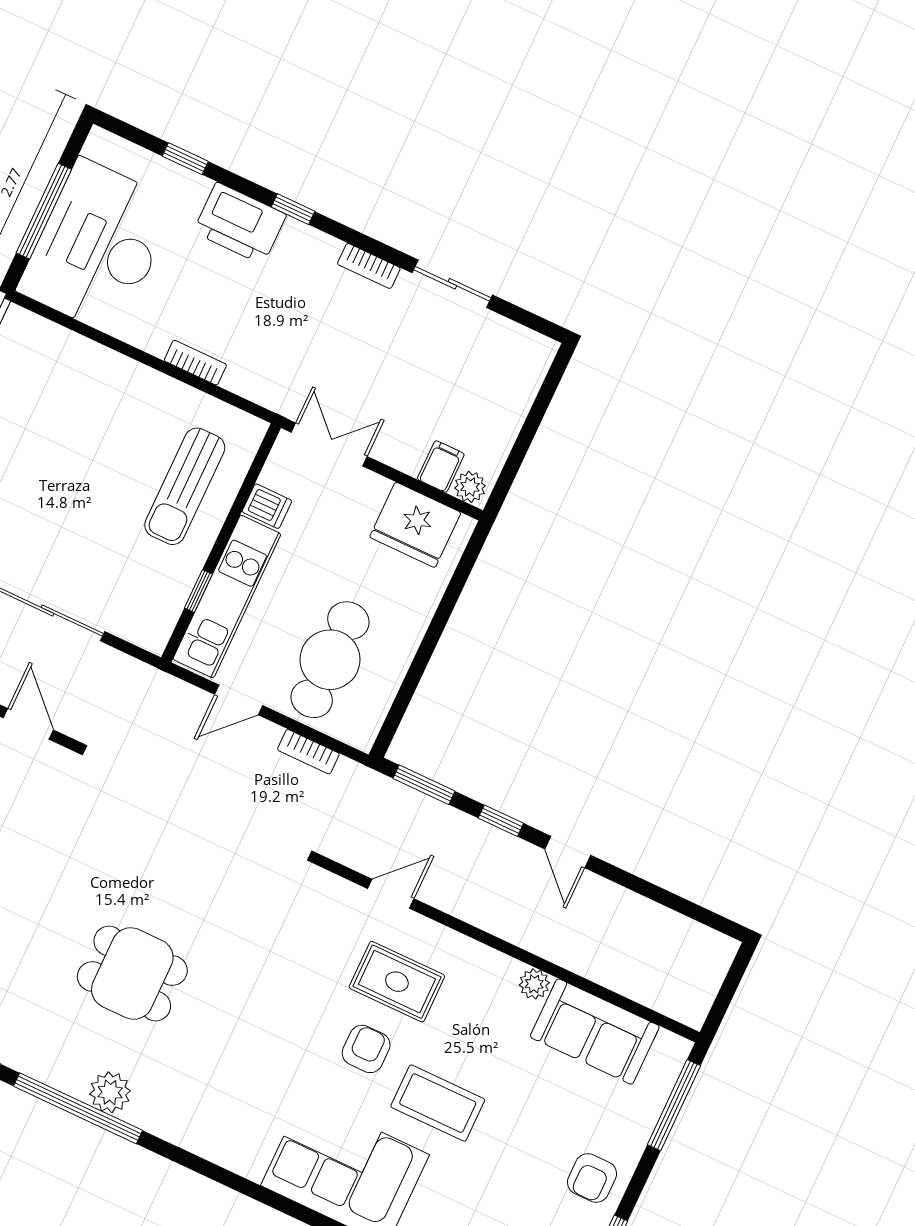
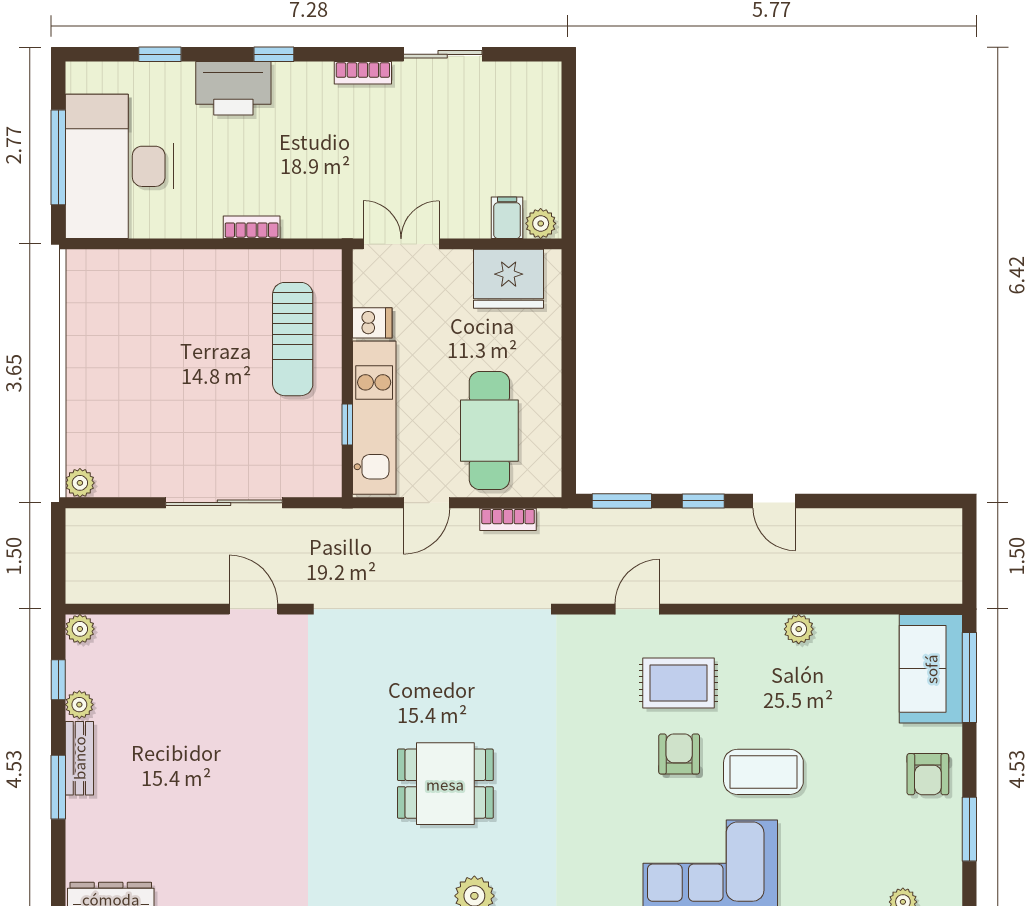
sofa: (595, 1032) -> (931, 669), moved, turned 90

